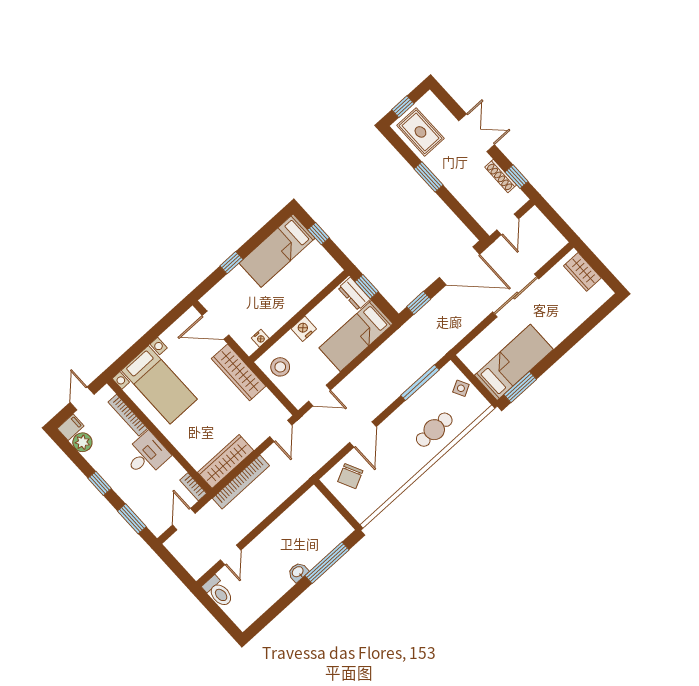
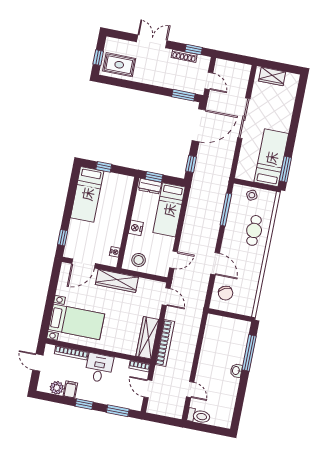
window: (429, 177) -> (183, 95), moved
window: (231, 263) -> (63, 238), moved
filing cabinet: (71, 427) -> (70, 389), moved

